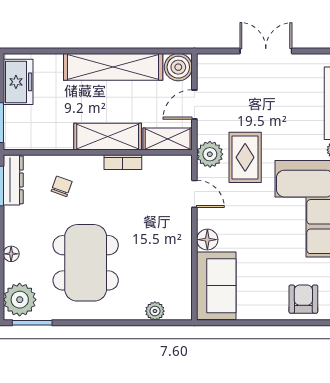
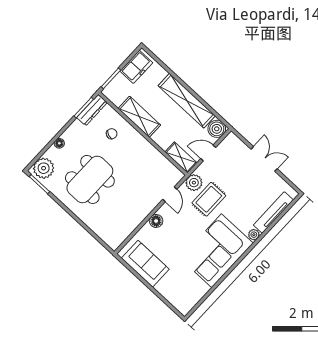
shelving: (108, 137) -> (139, 117), moved
bookcase: (123, 162) -> (150, 149), removed
sofa: (216, 286) -> (145, 264), moved, turned -90
armchair: (303, 299) -> (175, 290), removed
plant: (155, 311) -> (101, 232), removed

